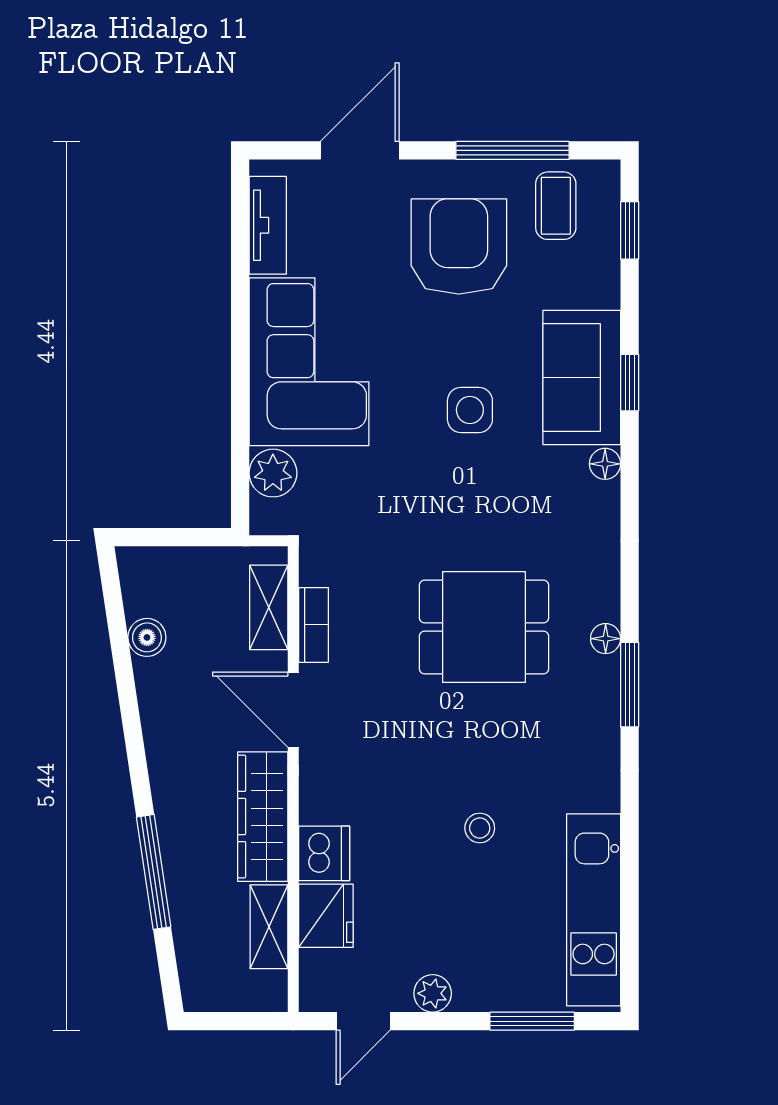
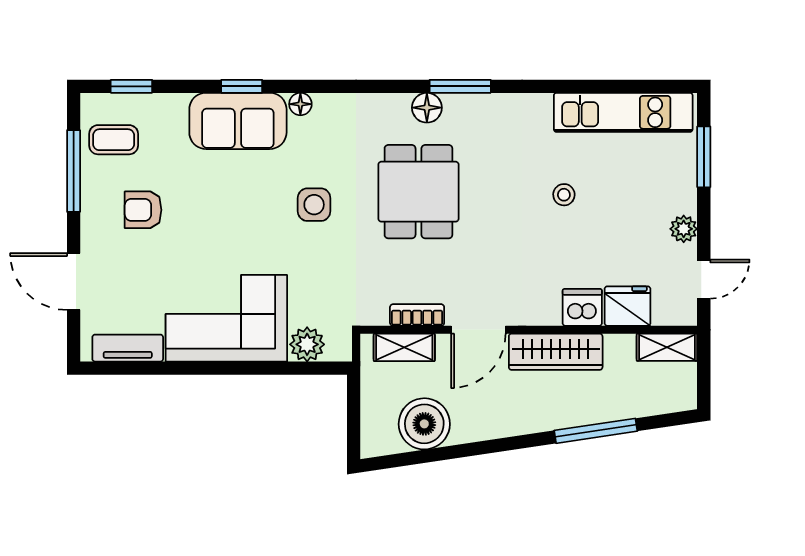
armchair: (459, 247) -> (143, 210), width x0.53, depth x0.53
side table: (470, 410) -> (314, 205), moved
boiler: (147, 637) -> (424, 424), width x1.86, depth x1.86
floor lamp: (606, 639) -> (427, 108), width x1.37, depth x1.37
shelving: (269, 927) -> (667, 347), moved
door: (363, 1021) -> (704, 279), hinge flipped

